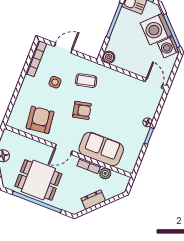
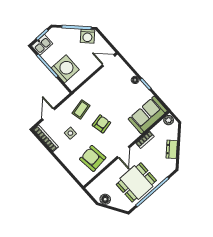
washing machine: (156, 29) -> (65, 69), moved, turned -135
boiler: (109, 57) -> (72, 84), removed
sofa: (101, 149) -> (148, 115), moved
plant: (105, 173) -> (169, 120), moved

